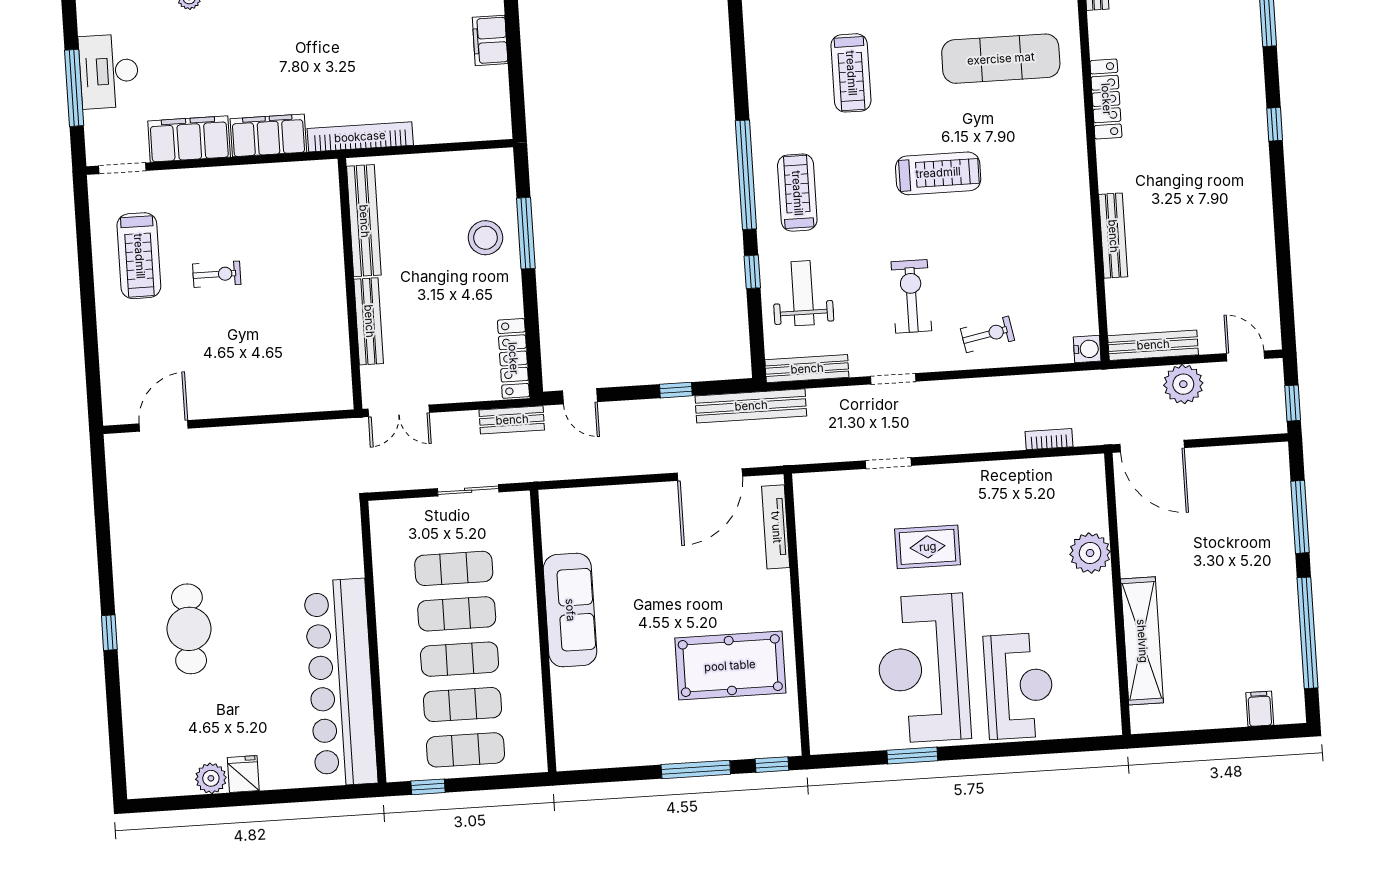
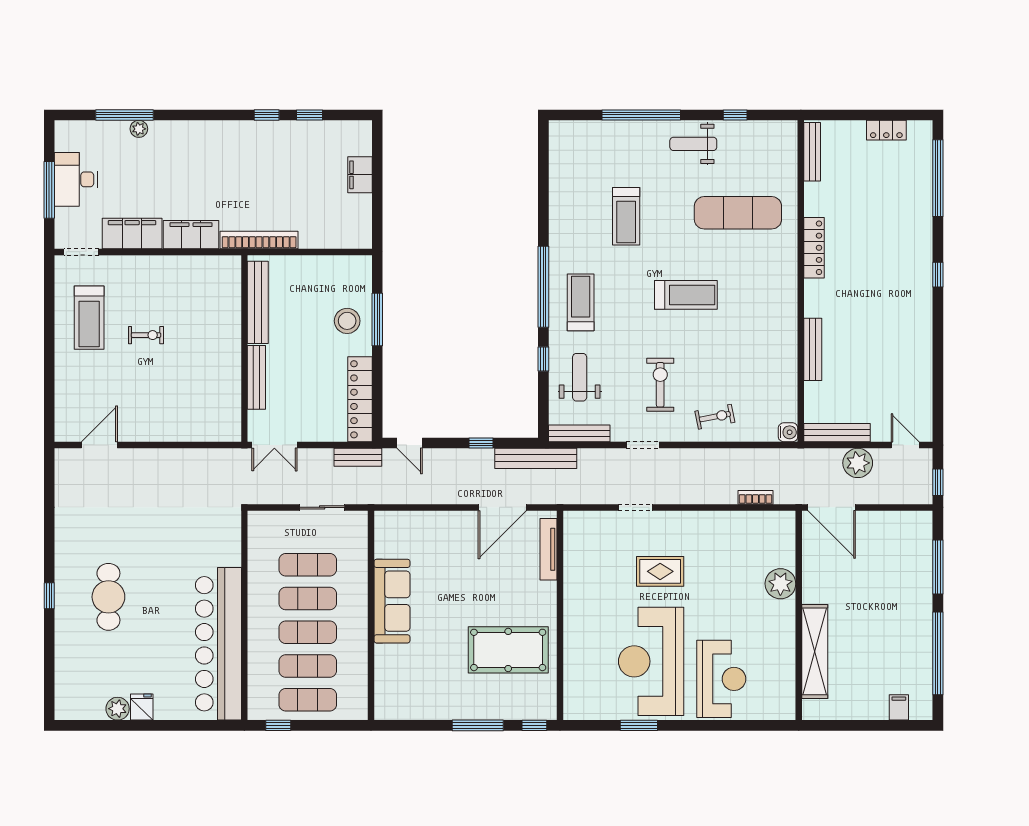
locker: (513, 358) -> (360, 399), width x1.41, depth x1.21

